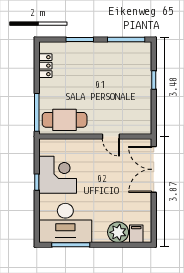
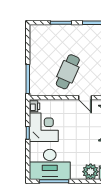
locker: (45, 66) -> (34, 43), removed
cafe table: (65, 120) -> (68, 72), moved, turned -66
printer: (46, 148) -> (35, 106), added

